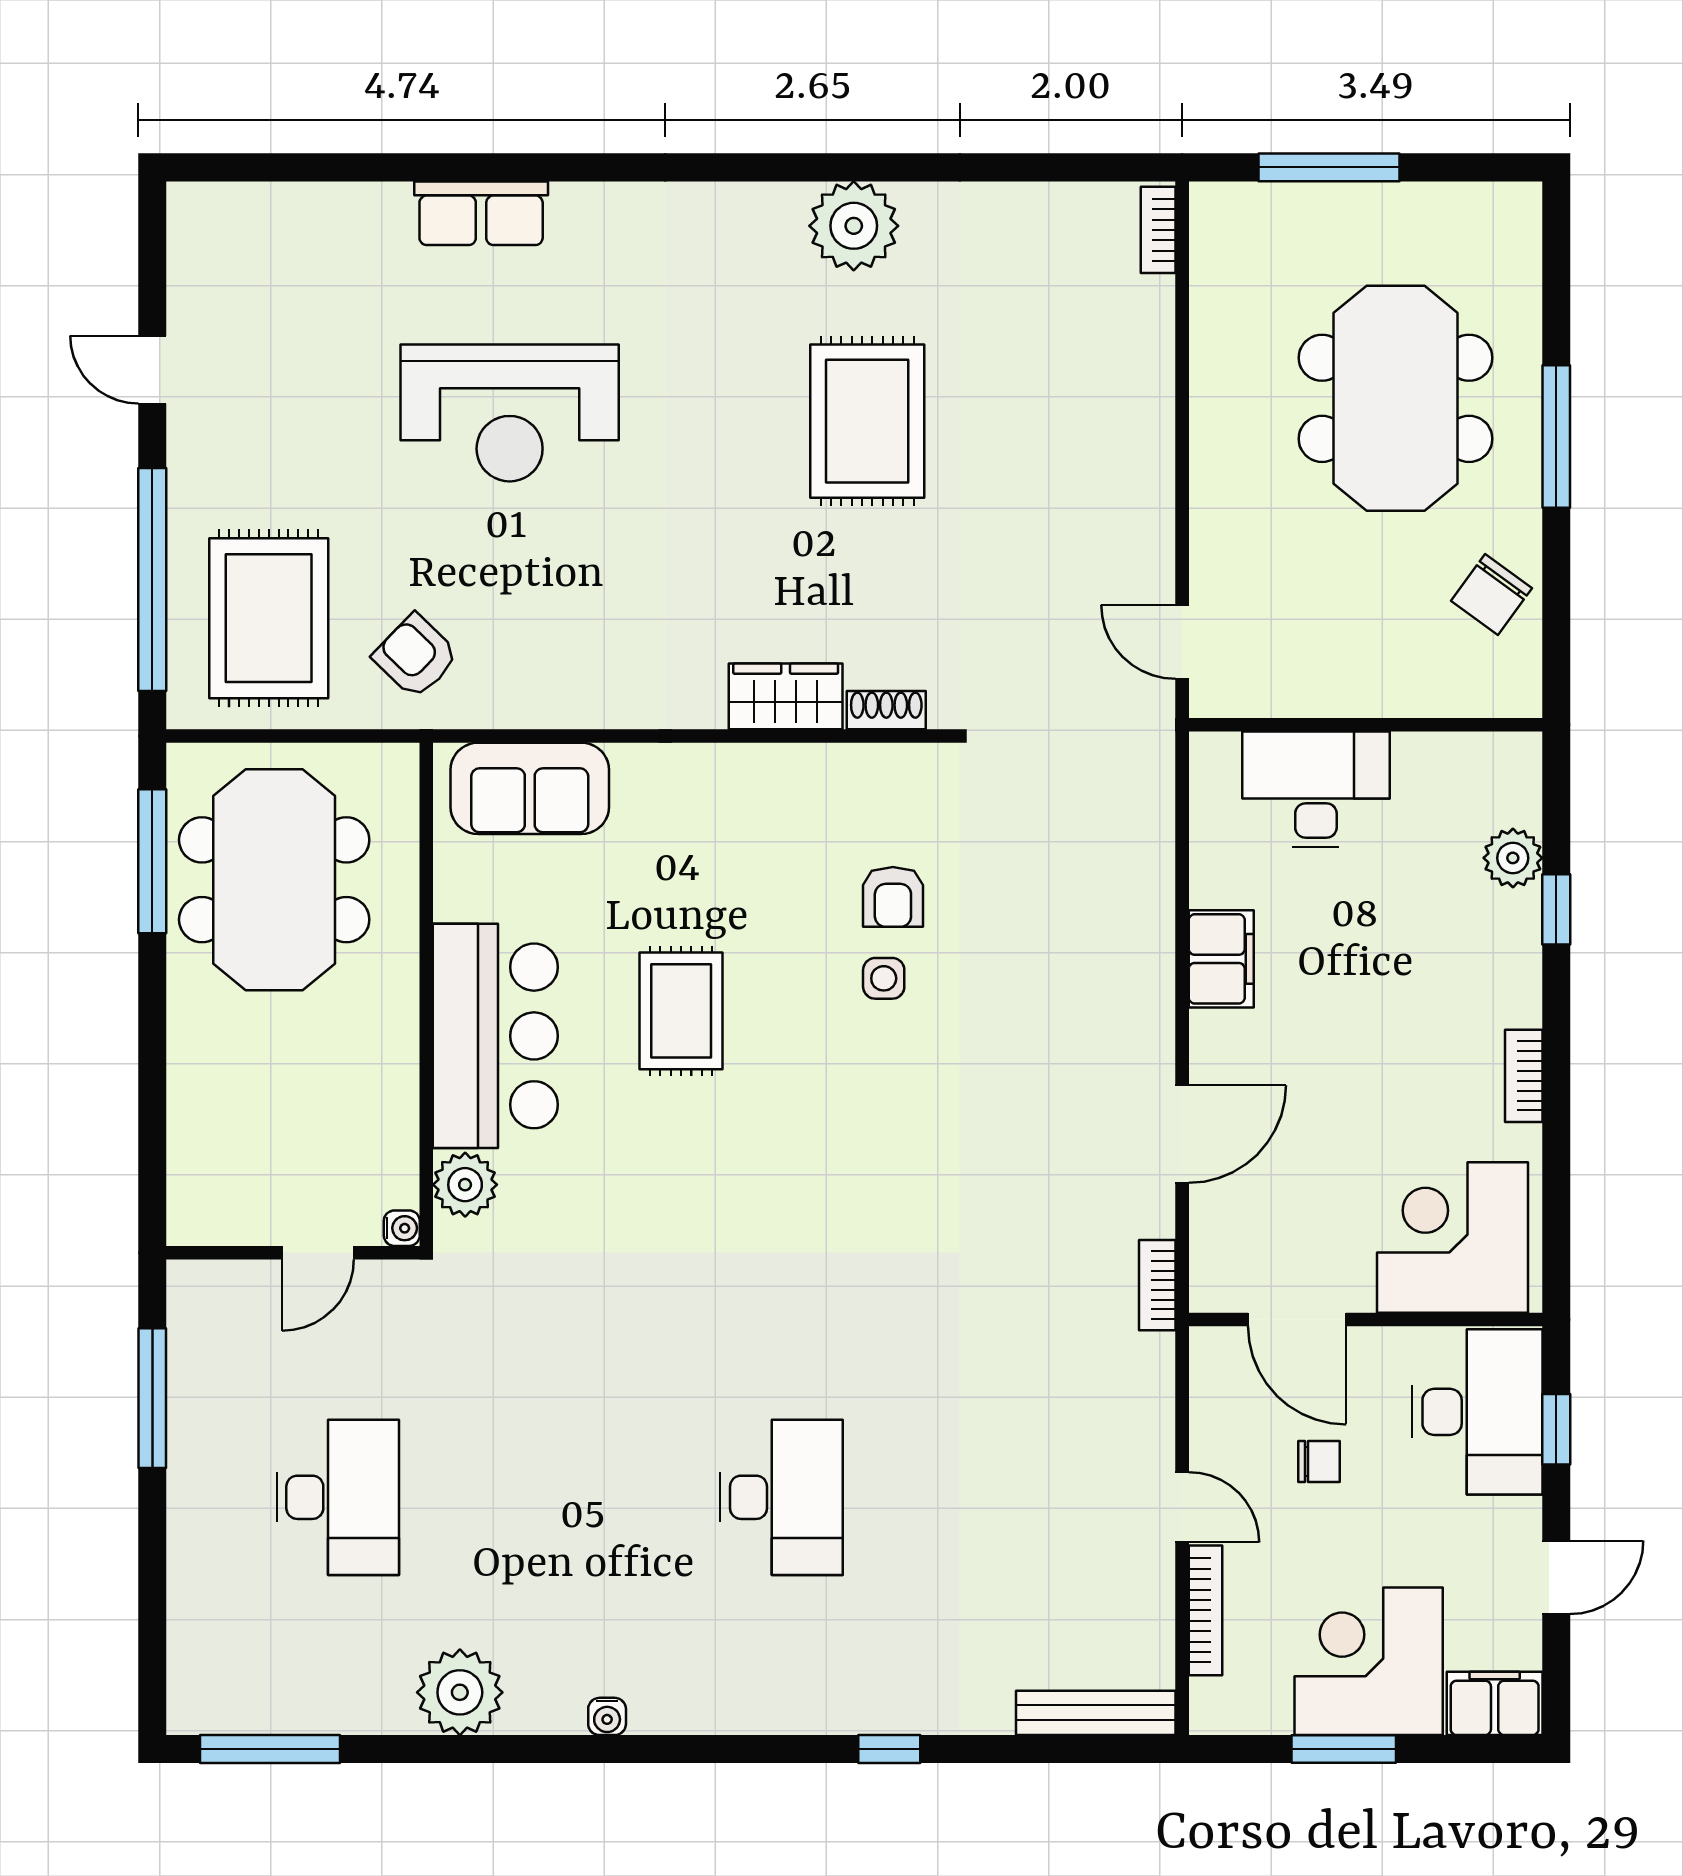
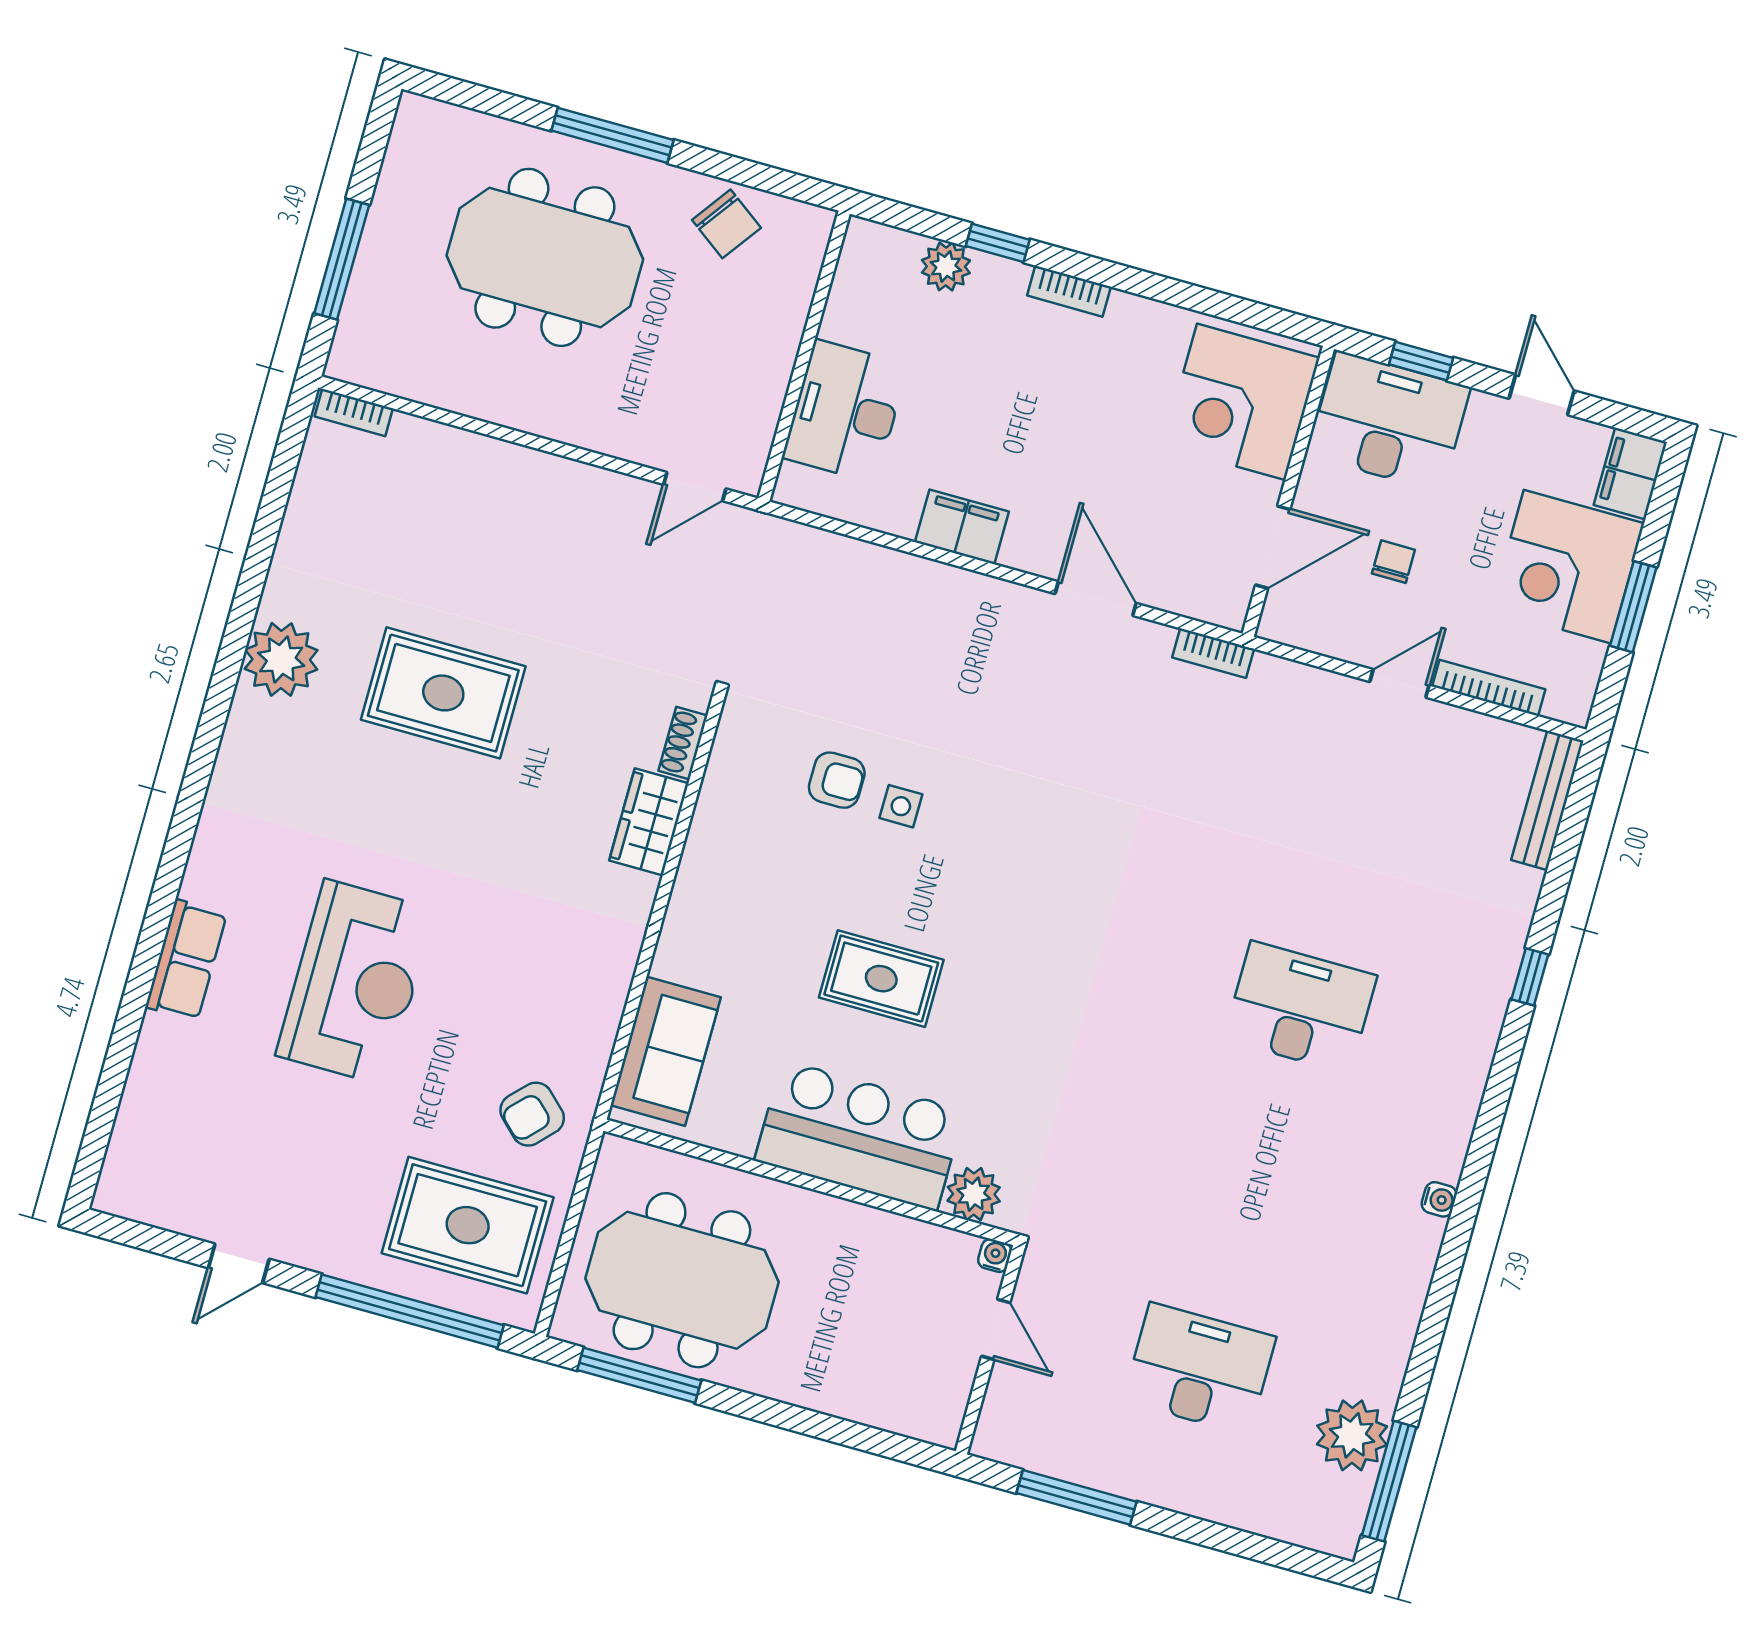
bookcase: (1524, 1076) -> (1069, 291), moved
plant: (460, 1692) -> (1352, 1435), moved

